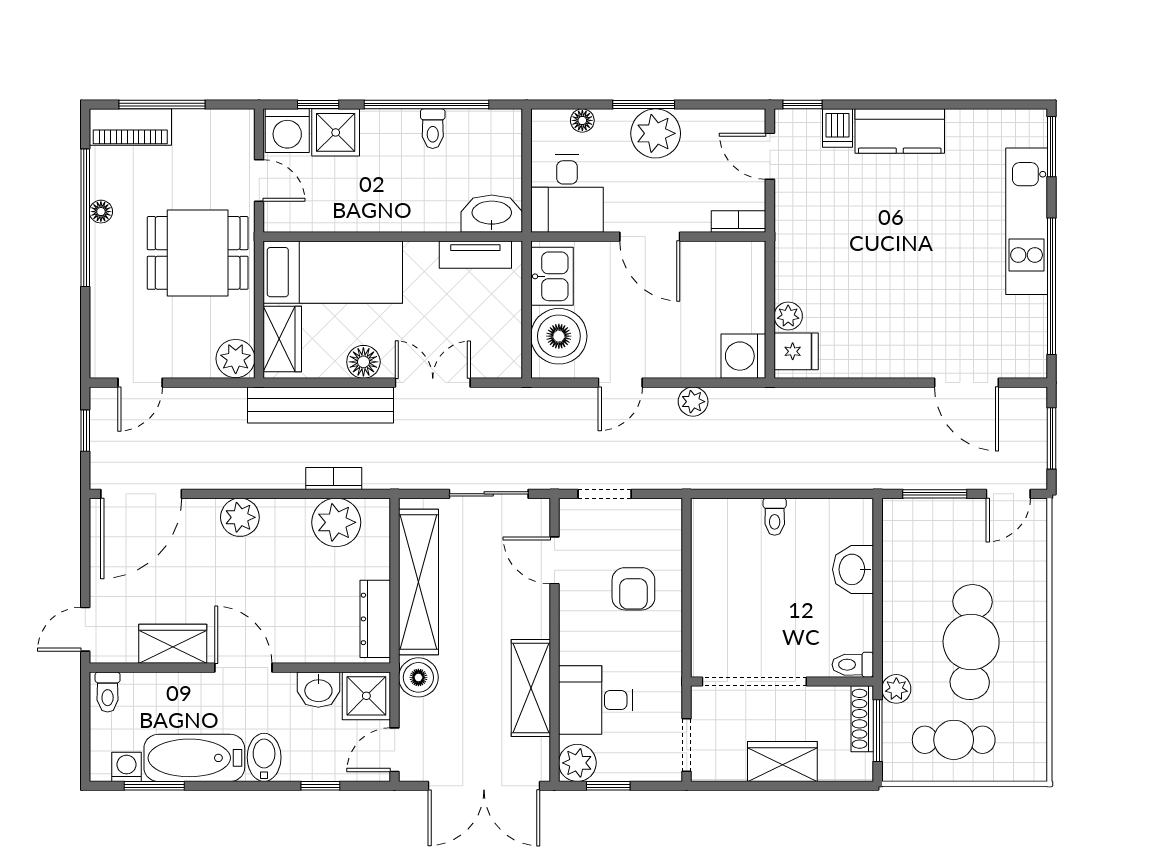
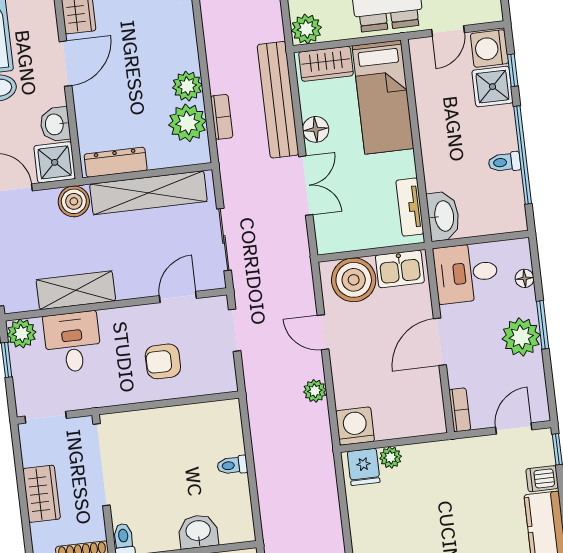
plant: (240, 517) -> (187, 86), moved

